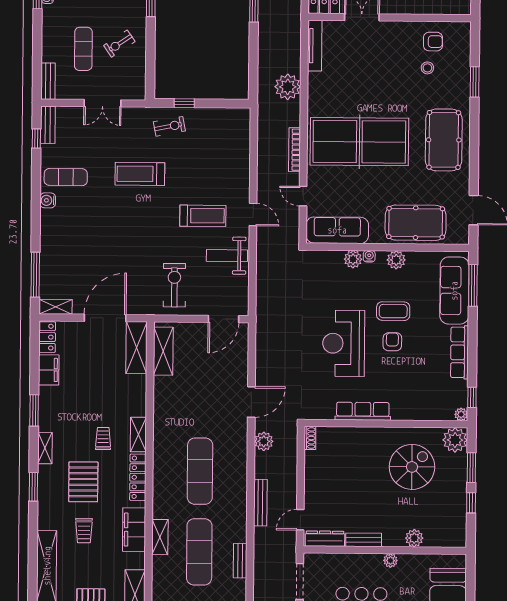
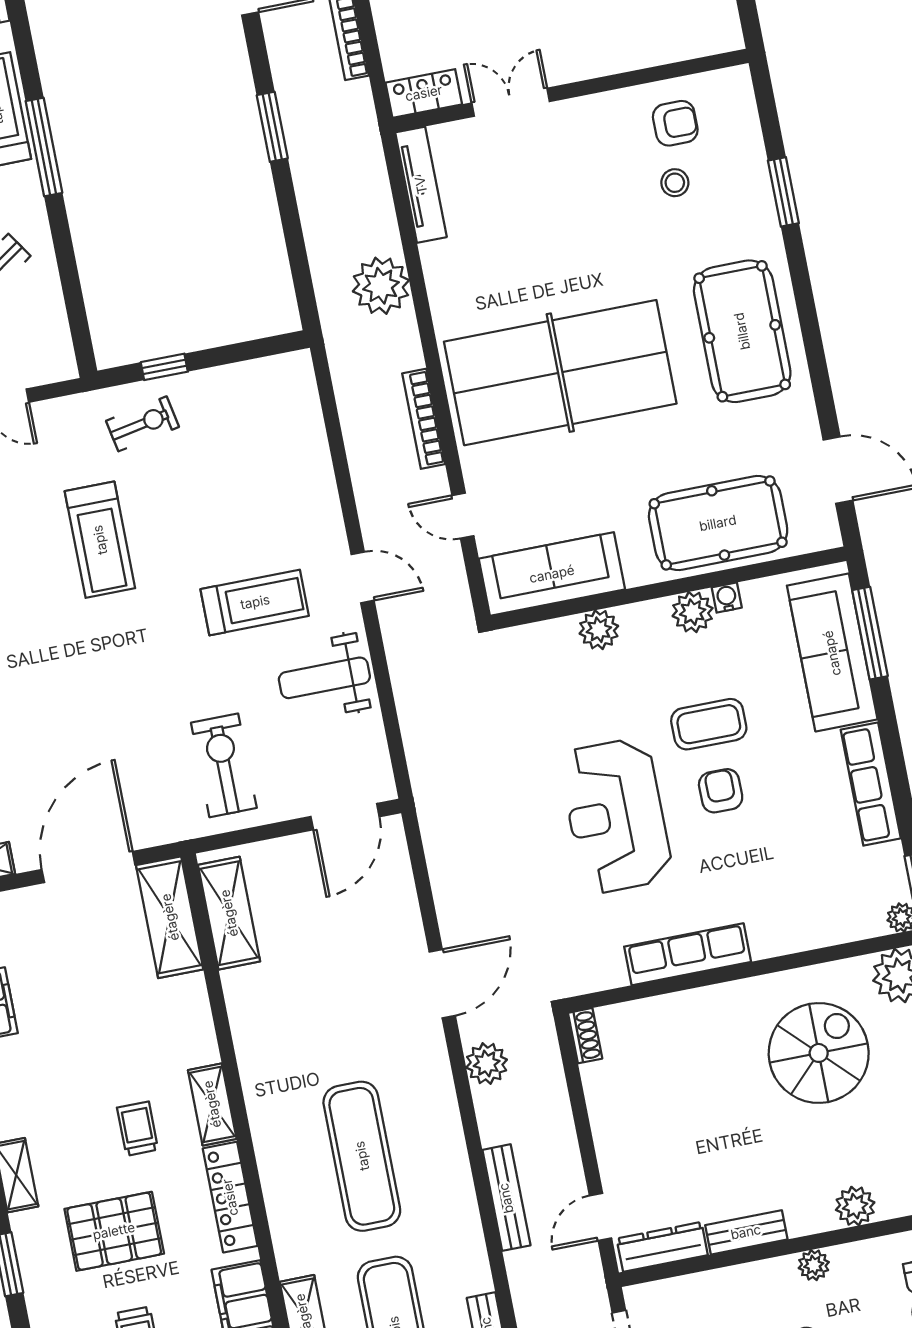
treadmill: (140, 174) -> (100, 540), turned -90
water cooler: (369, 256) -> (727, 598), moved
pallet: (83, 482) -> (114, 1231), turned 90

